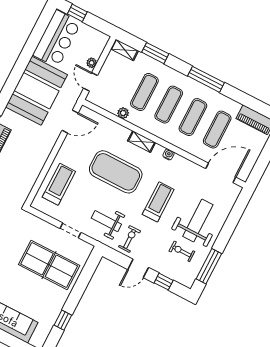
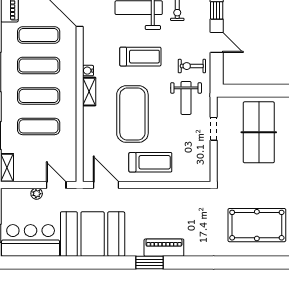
door: (91, 82) -> (56, 185), swing flipped
plant: (123, 113) -> (70, 137), removed
shelving: (142, 142) -> (89, 92), moved
treadmill: (59, 184) -> (150, 162), moved, turned 180
treadmill: (158, 202) -> (140, 57), turned 180

